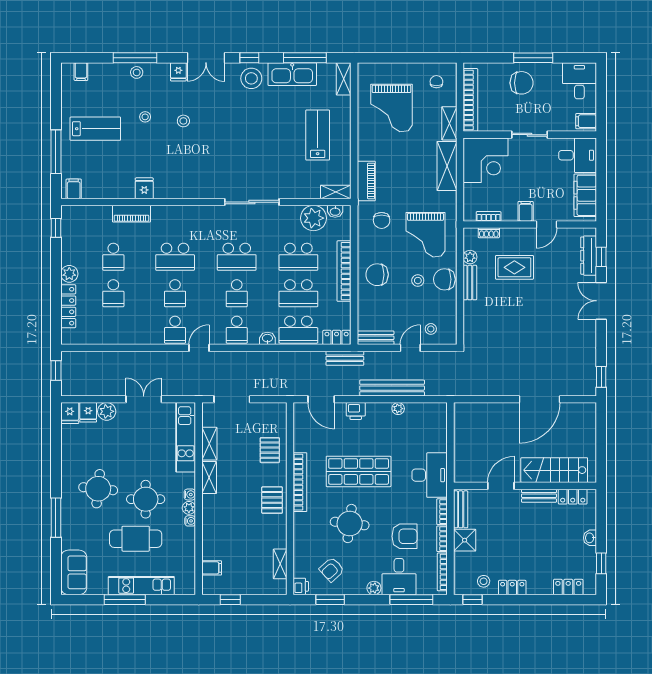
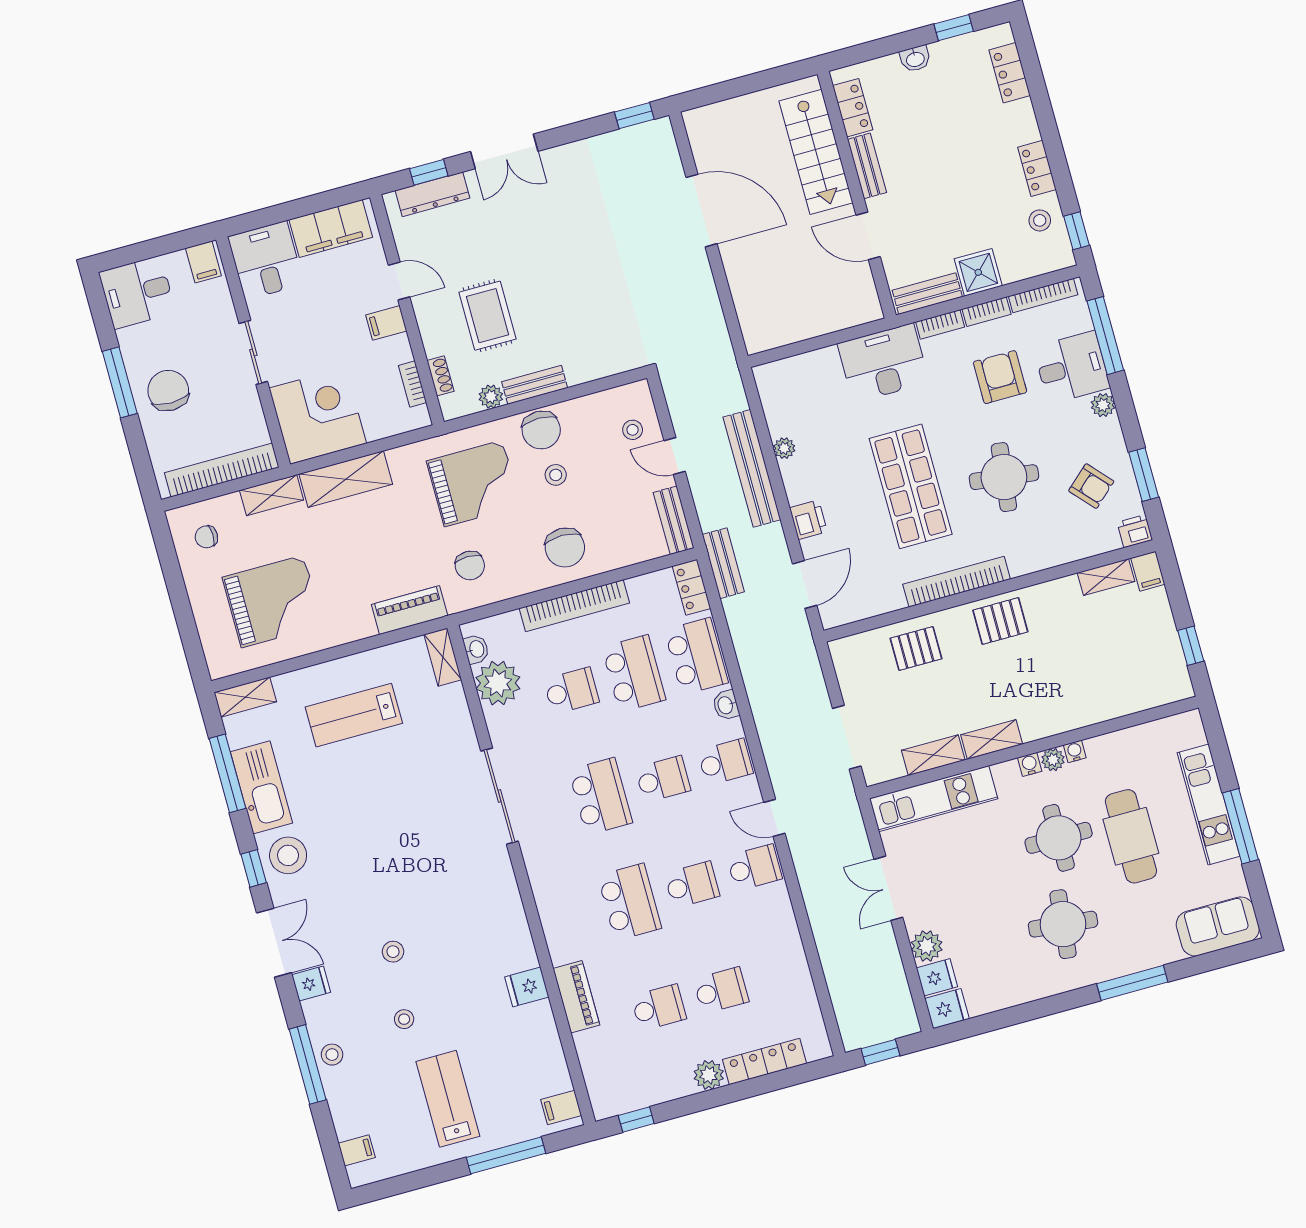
chair: (382, 220) -> (470, 565), turned 90
school desk: (298, 257) -> (571, 691), width x0.54
filing cabinet: (212, 568) -> (1148, 571), moved, turned 180

